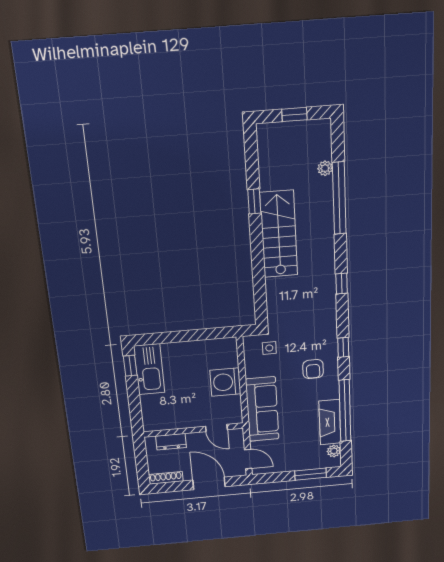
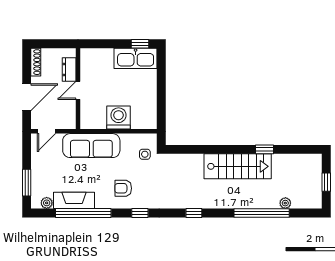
door: (216, 428) -> (78, 90), moved

